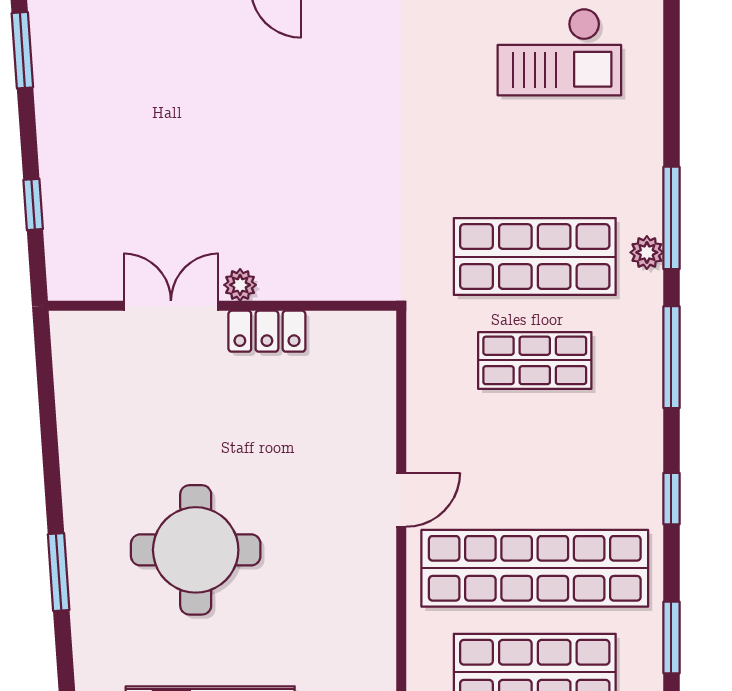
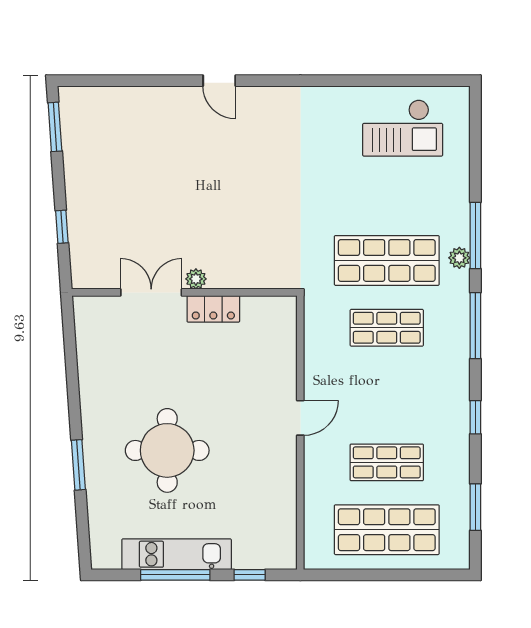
shop shelf: (535, 568) -> (387, 462), width x0.50, depth x0.74

